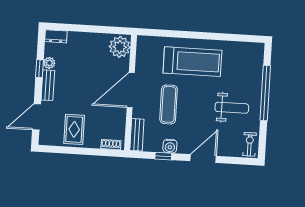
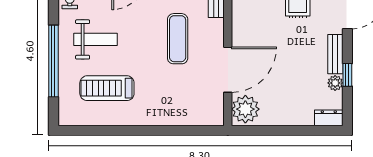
treadmill: (192, 62) -> (107, 88), moved, width x0.73, depth x0.73
door: (131, 90) -> (228, 70), moved
weight bench: (232, 108) -> (96, 39), turned 180

